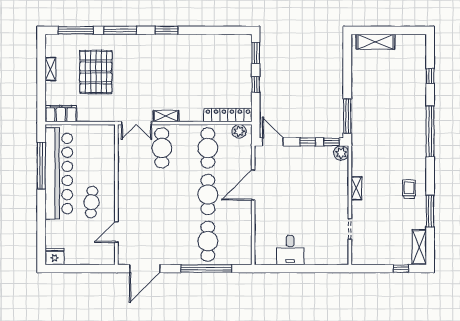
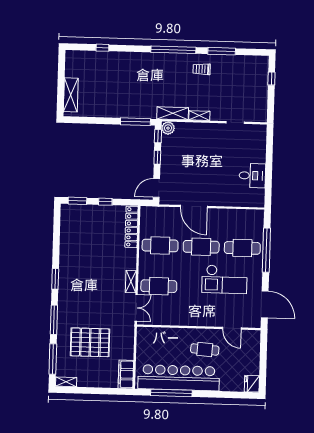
shelving: (50, 69) -> (66, 382), moved
plant: (239, 131) -> (146, 218), removed
window: (430, 131) -> (173, 50), moved
checkout: (172, 222) -> (224, 279), added
shelving: (419, 247) -> (173, 113), moved

